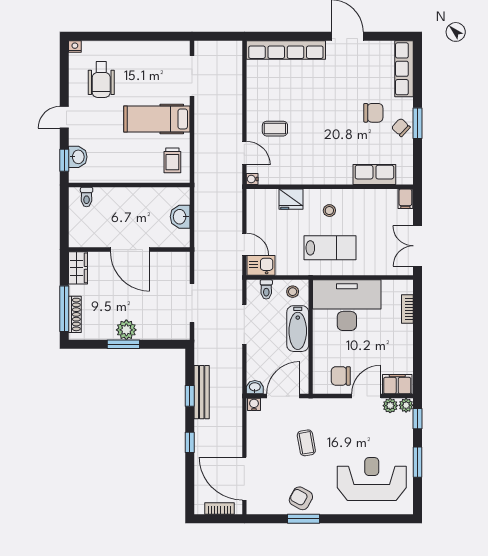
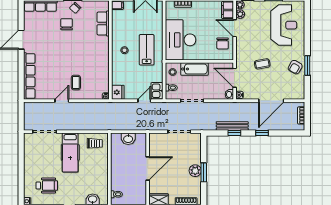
door: (244, 153) -> (62, 101), moved
fridge: (291, 199) -> (118, 92), moved
door: (244, 479) -> (271, 101), moved
reception desk: (372, 479) -> (284, 25), turned 180

